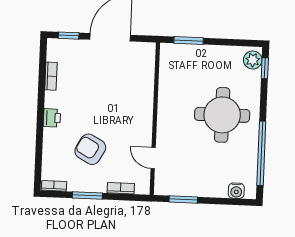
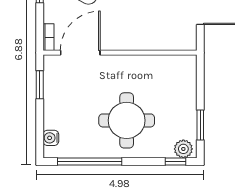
window: (189, 41) -> (200, 125), moved
door: (153, 158) -> (80, 53), width x1.87
bookcase: (121, 188) -> (48, 37), moved

